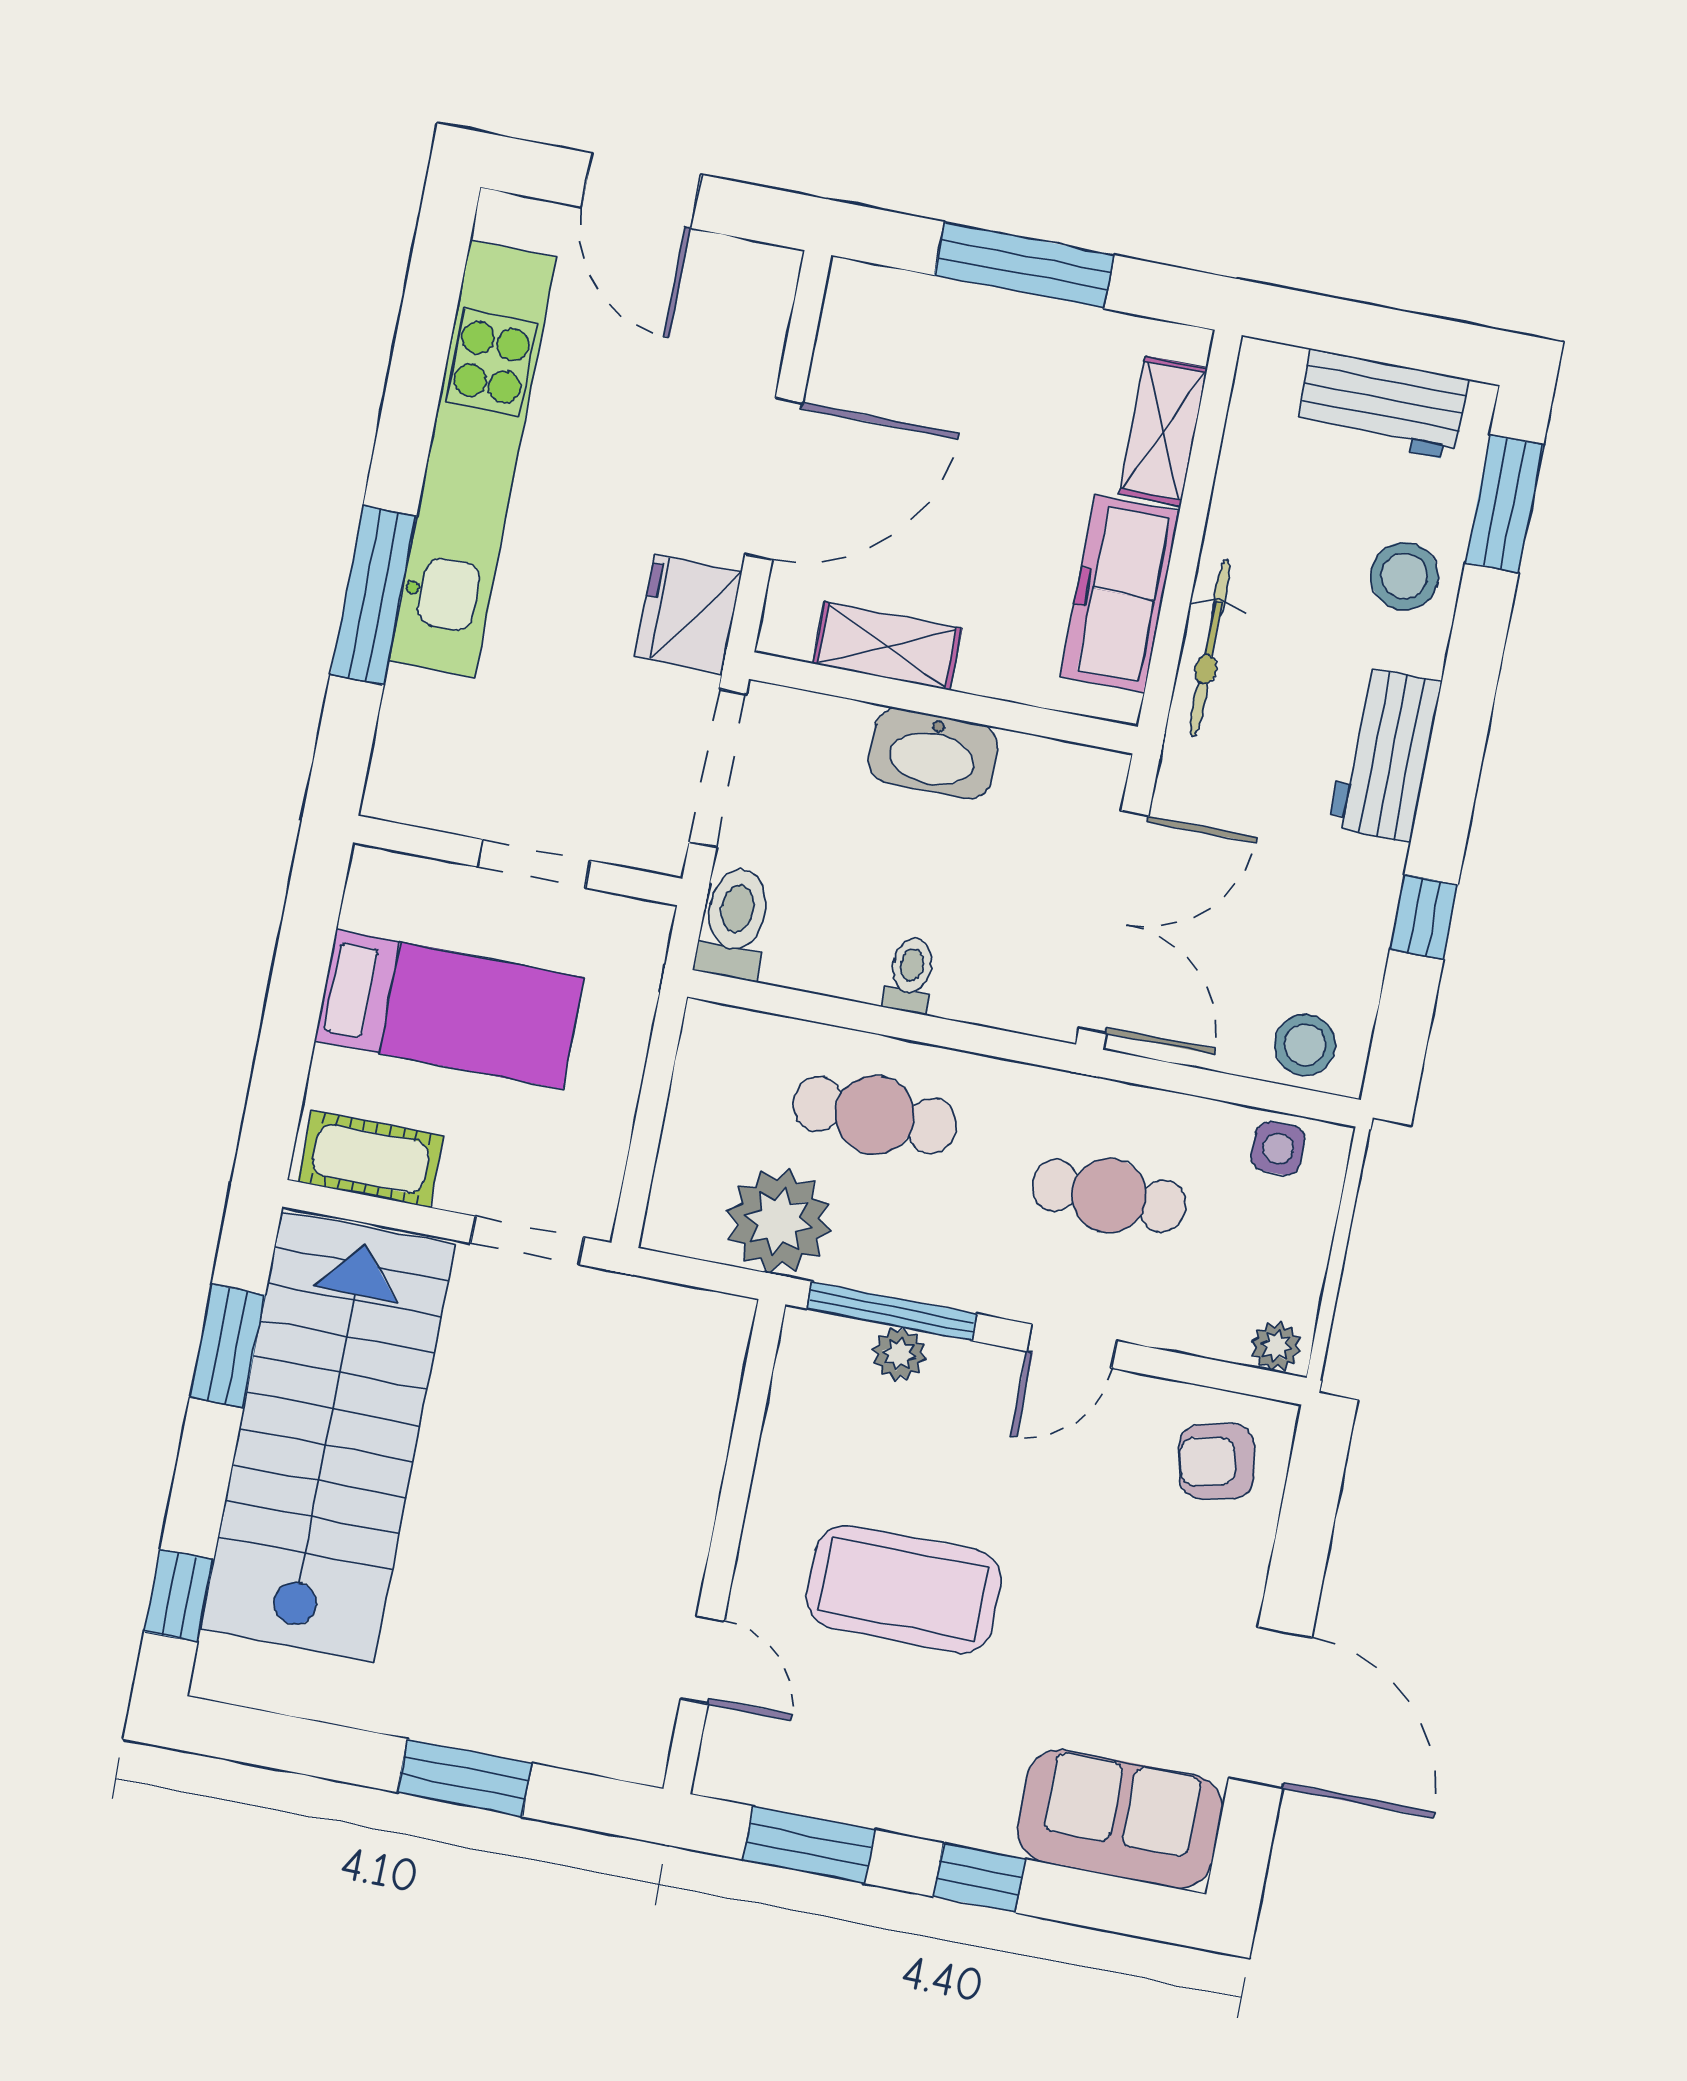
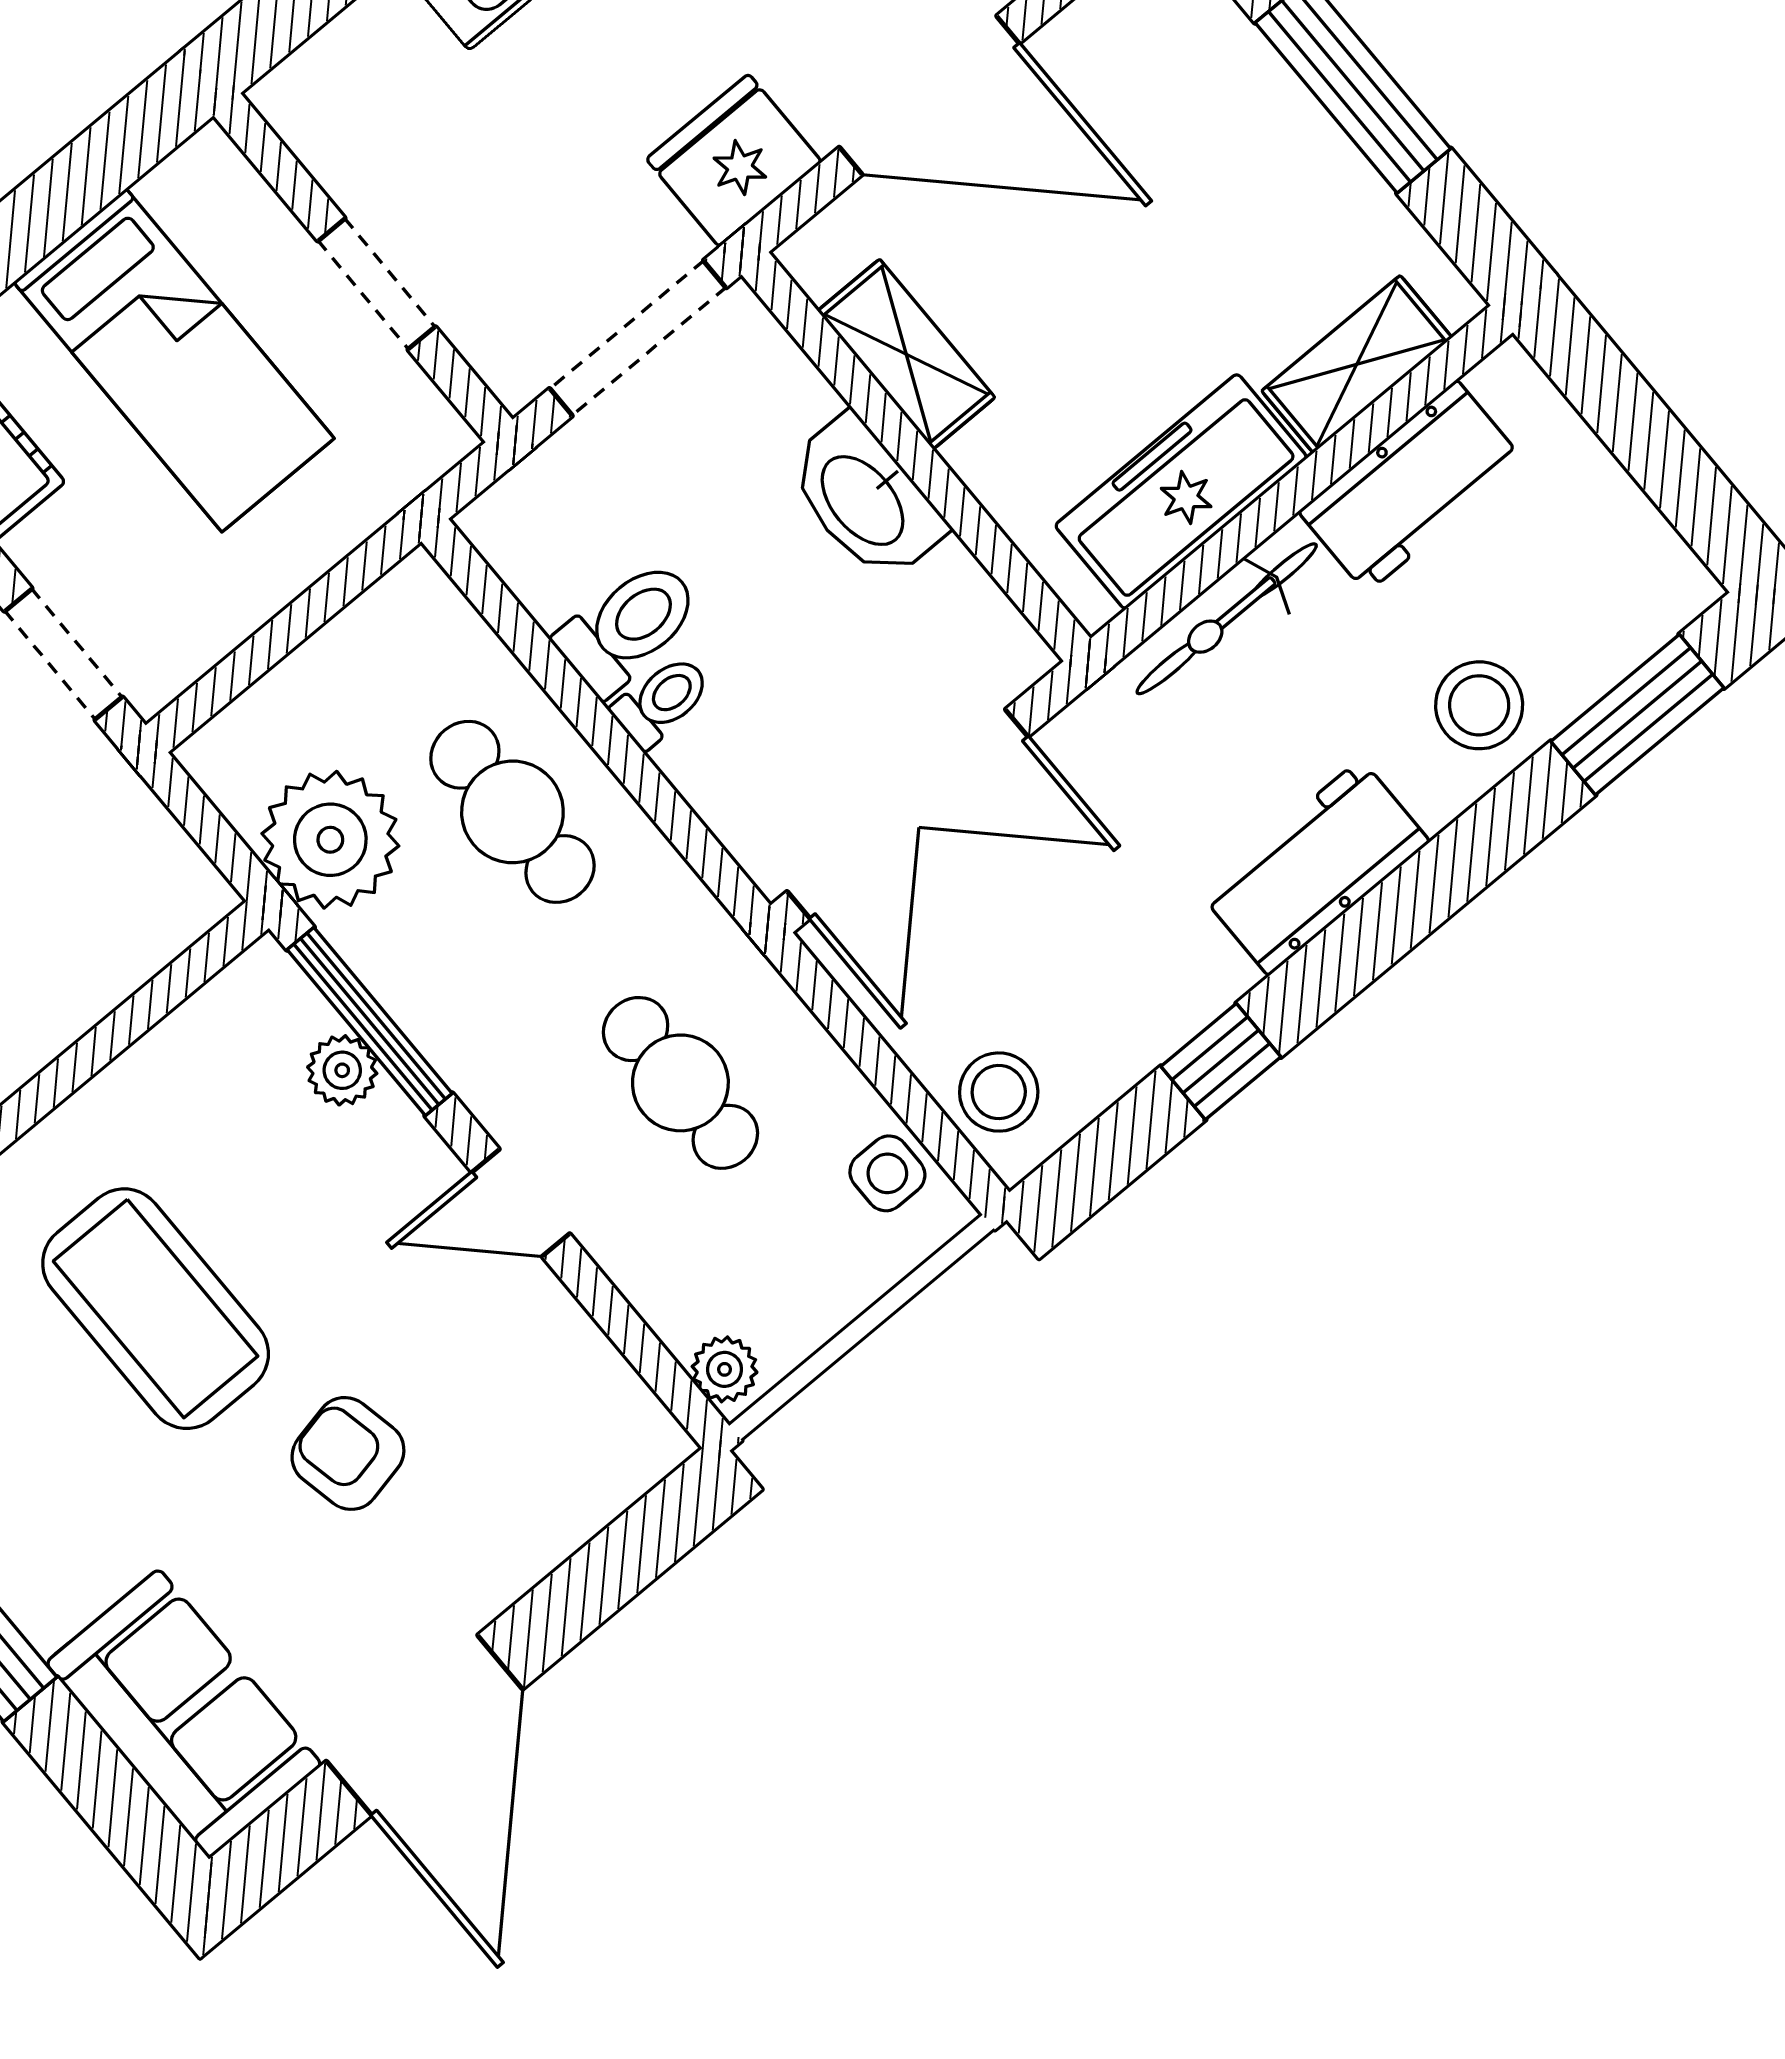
workbench: (1382, 405) -> (1412, 486), moved, turned -90
toilet: (735, 923) -> (628, 627), moved
armchair: (1217, 1461) -> (348, 1453), moved

